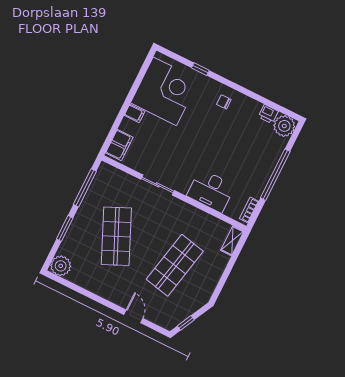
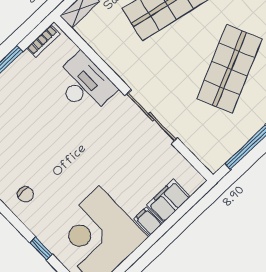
filing cabinet: (119, 145) -> (168, 201), moved
sliding door: (158, 185) -> (151, 117), width x1.37

